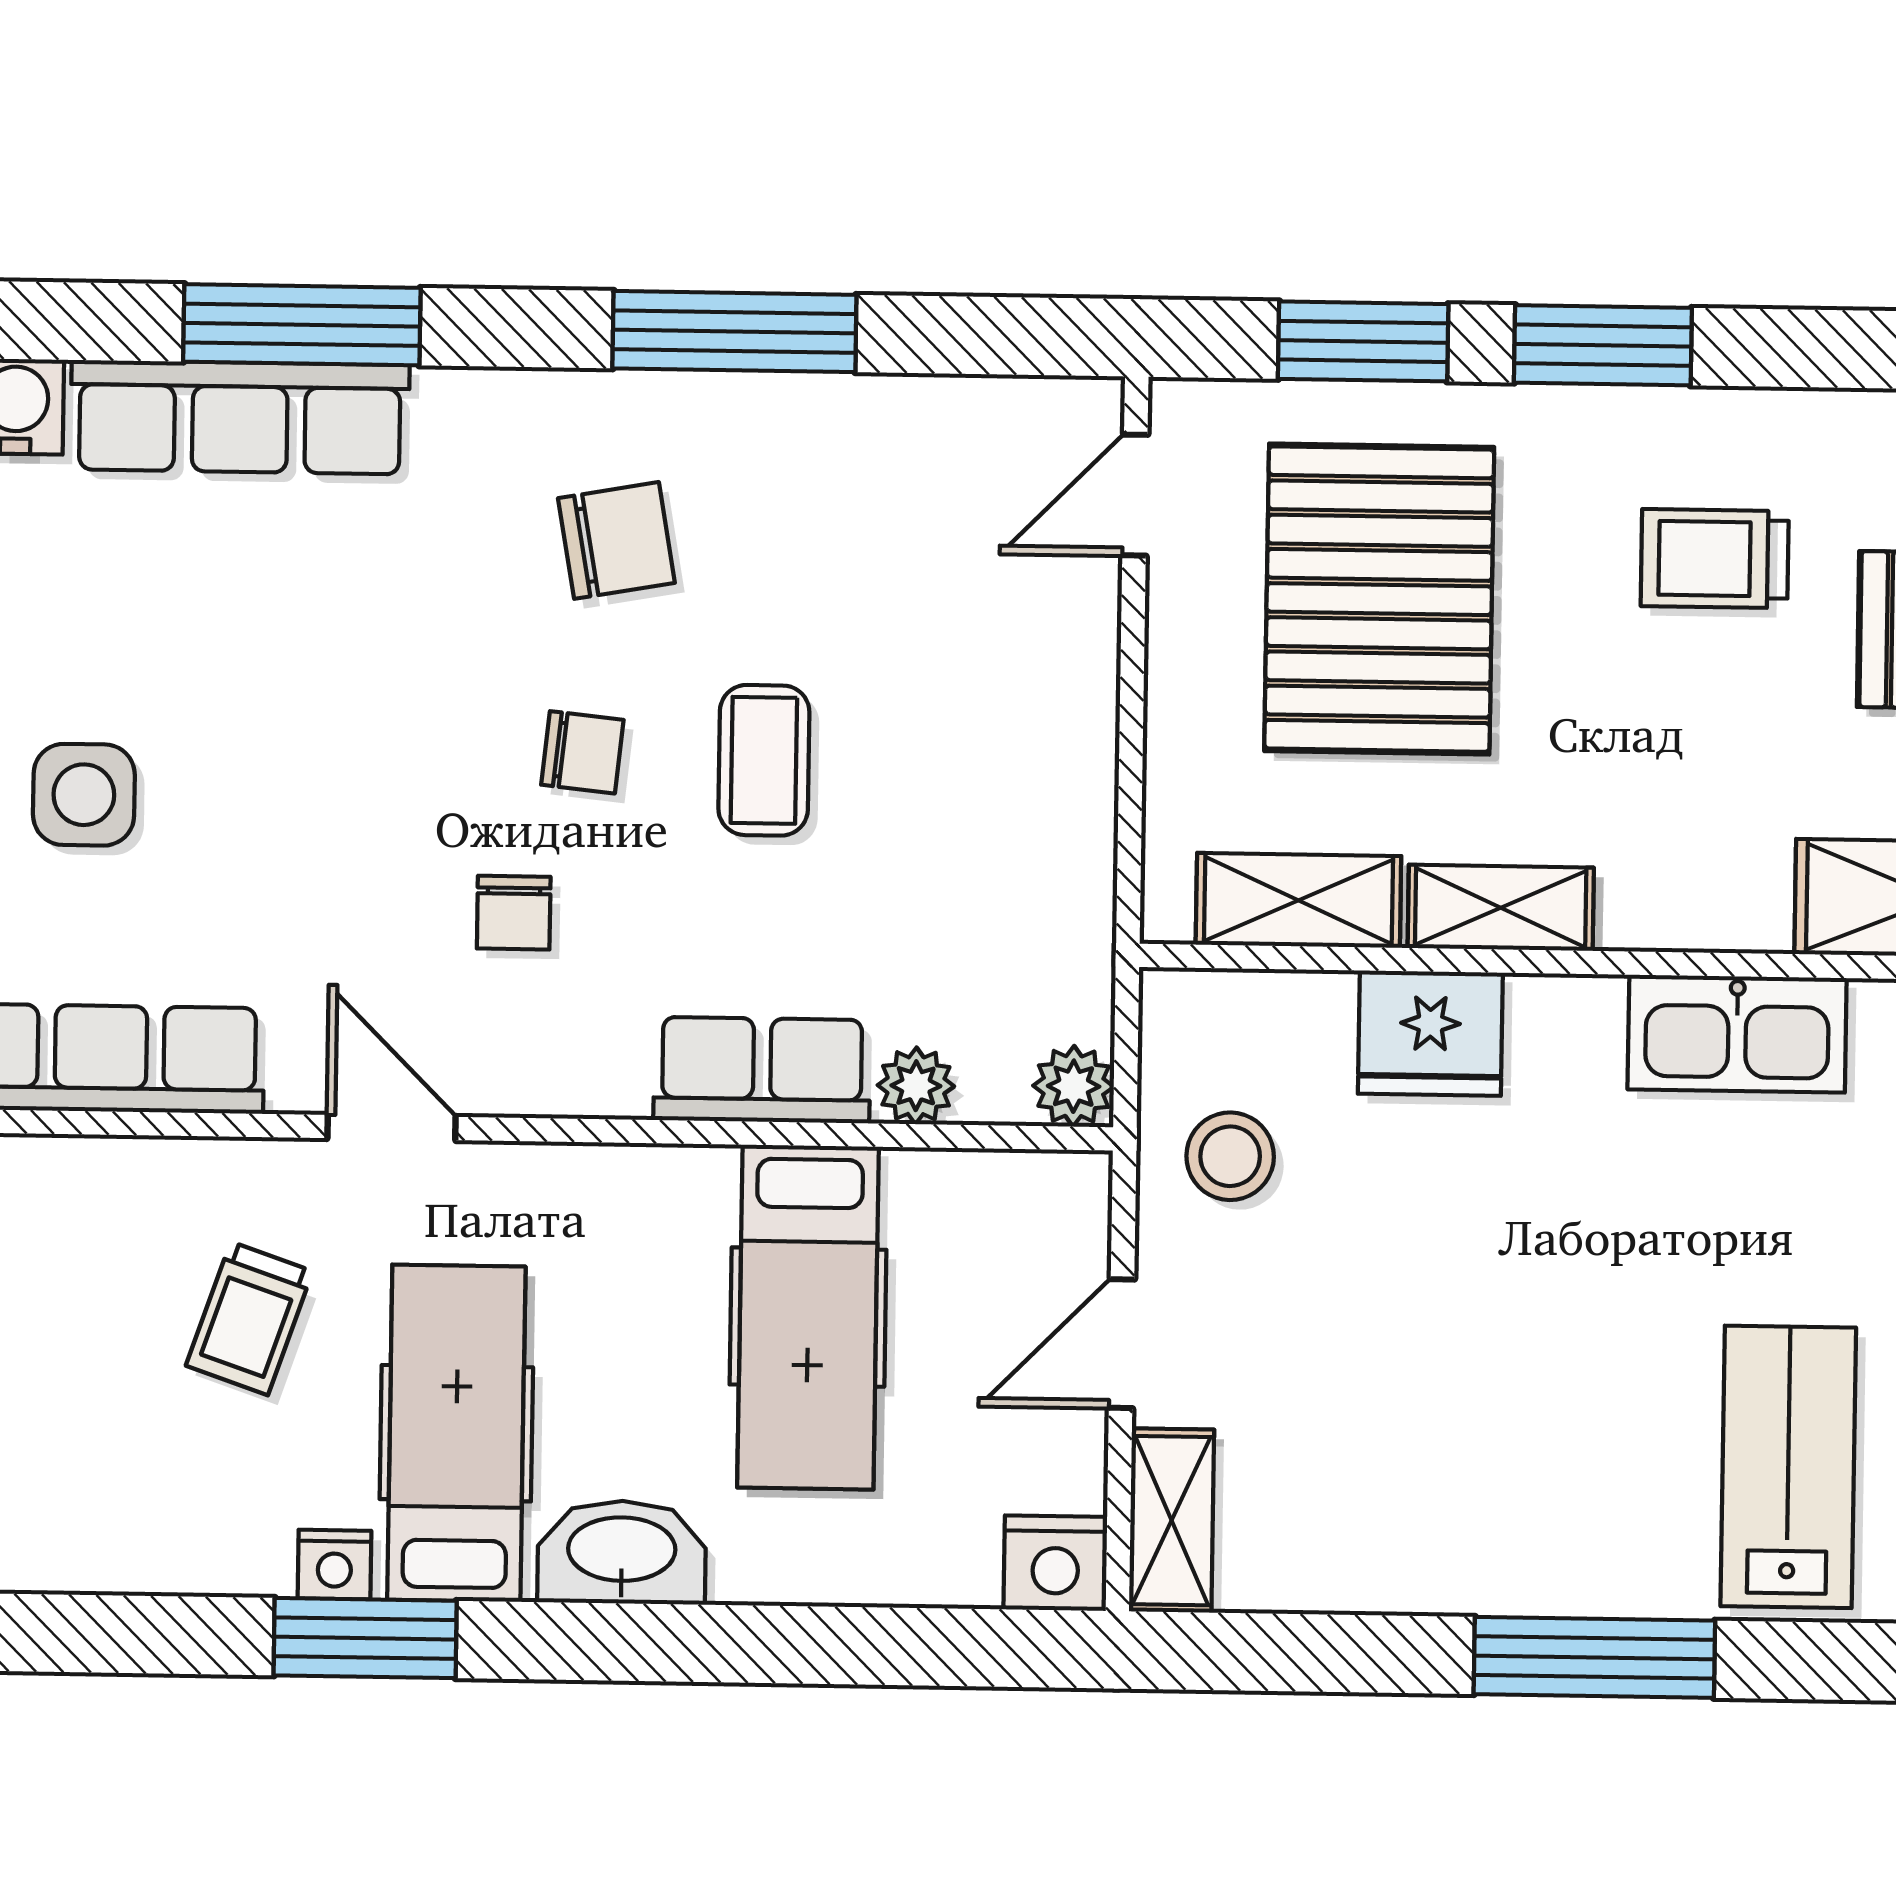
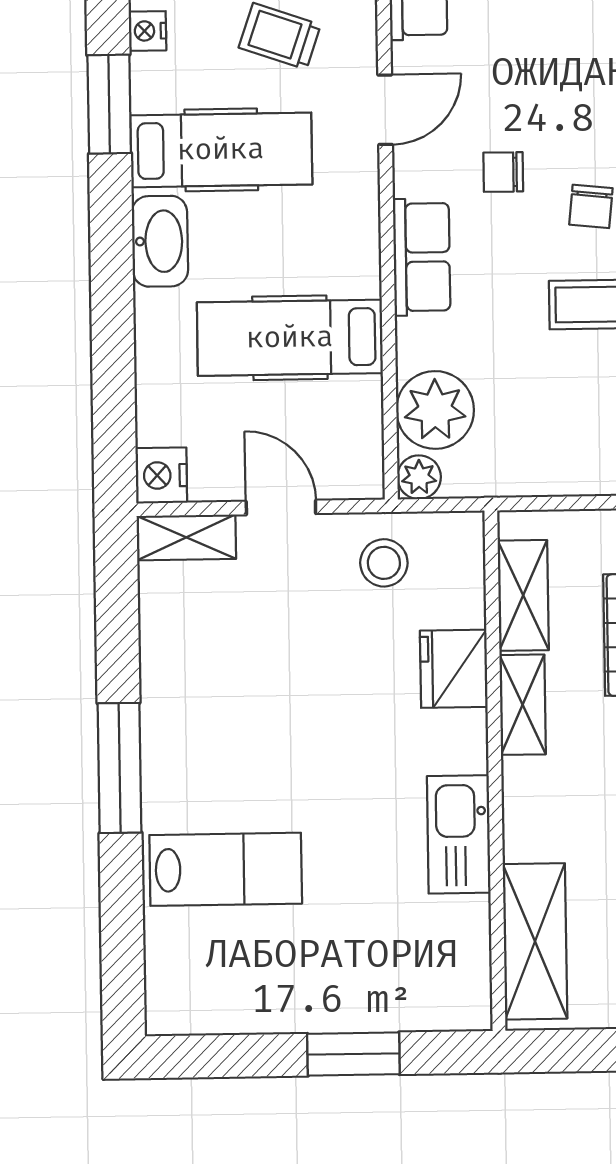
row of seats: (762, 1070) -> (422, 257), moved
plant: (916, 1086) -> (435, 410), width x1.88, depth x1.88
nightstand: (334, 1565) -> (147, 31), moved

